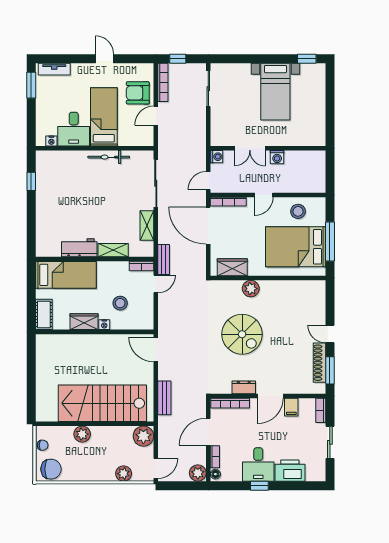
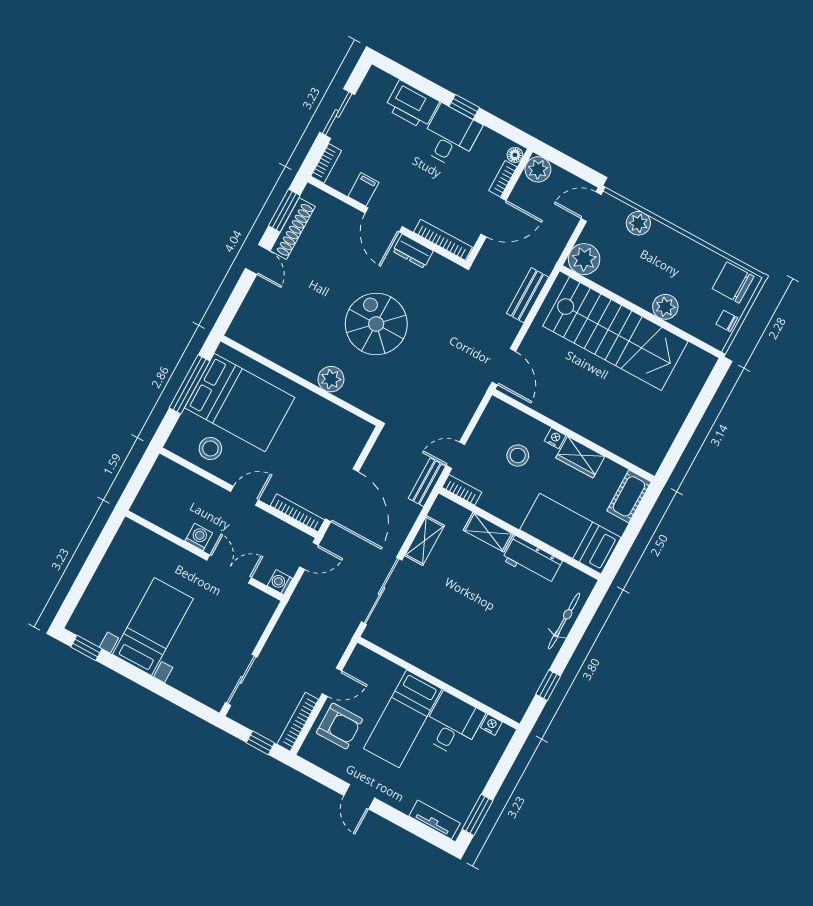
bicycle: (109, 157) -> (564, 621), moved, turned -90
wardrobe: (232, 267) -> (340, 421), removed
door: (270, 396) -> (384, 220), swing flipped

